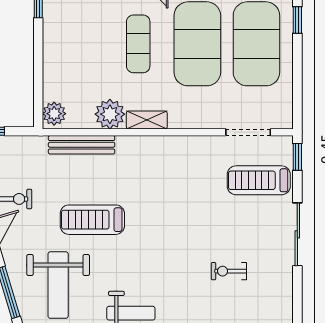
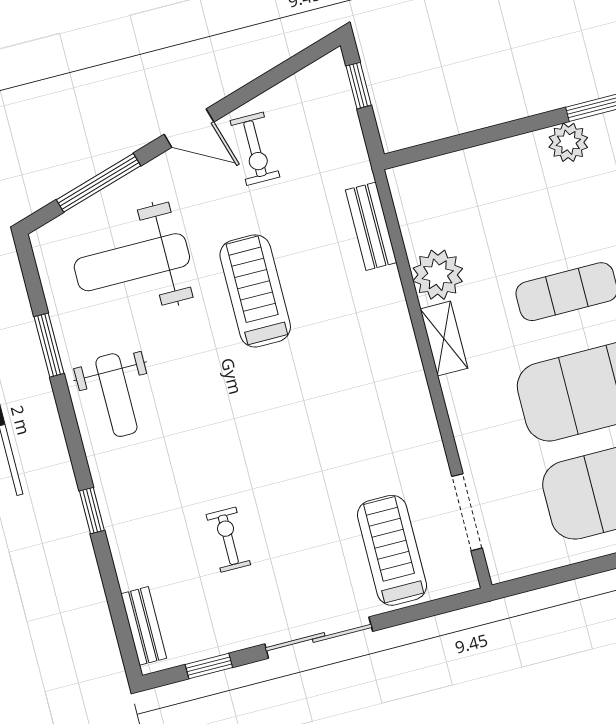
plant: (54, 114) -> (568, 142), moved
bench: (82, 145) -> (371, 226), width x0.73
window: (297, 157) -> (209, 666), moved

